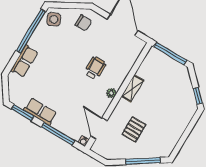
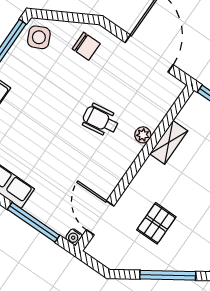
wheelchair: (95, 68) -> (100, 120), turned -98
shelving: (133, 88) -> (169, 142), moved
plant: (111, 93) -> (143, 135), moved

